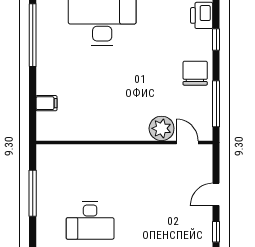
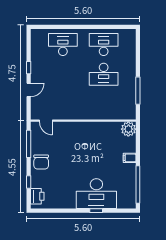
filing cabinet: (46, 103) -> (130, 158), moved
plant: (162, 128) -> (128, 129), moved
desk: (90, 221) -> (104, 74), turned 180

